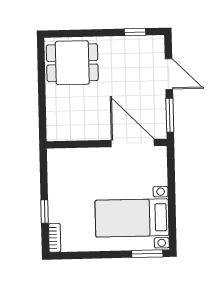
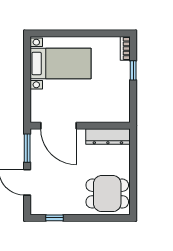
dresser: (73, 131) -> (108, 137), added
window: (147, 254) -> (48, 33), removed

